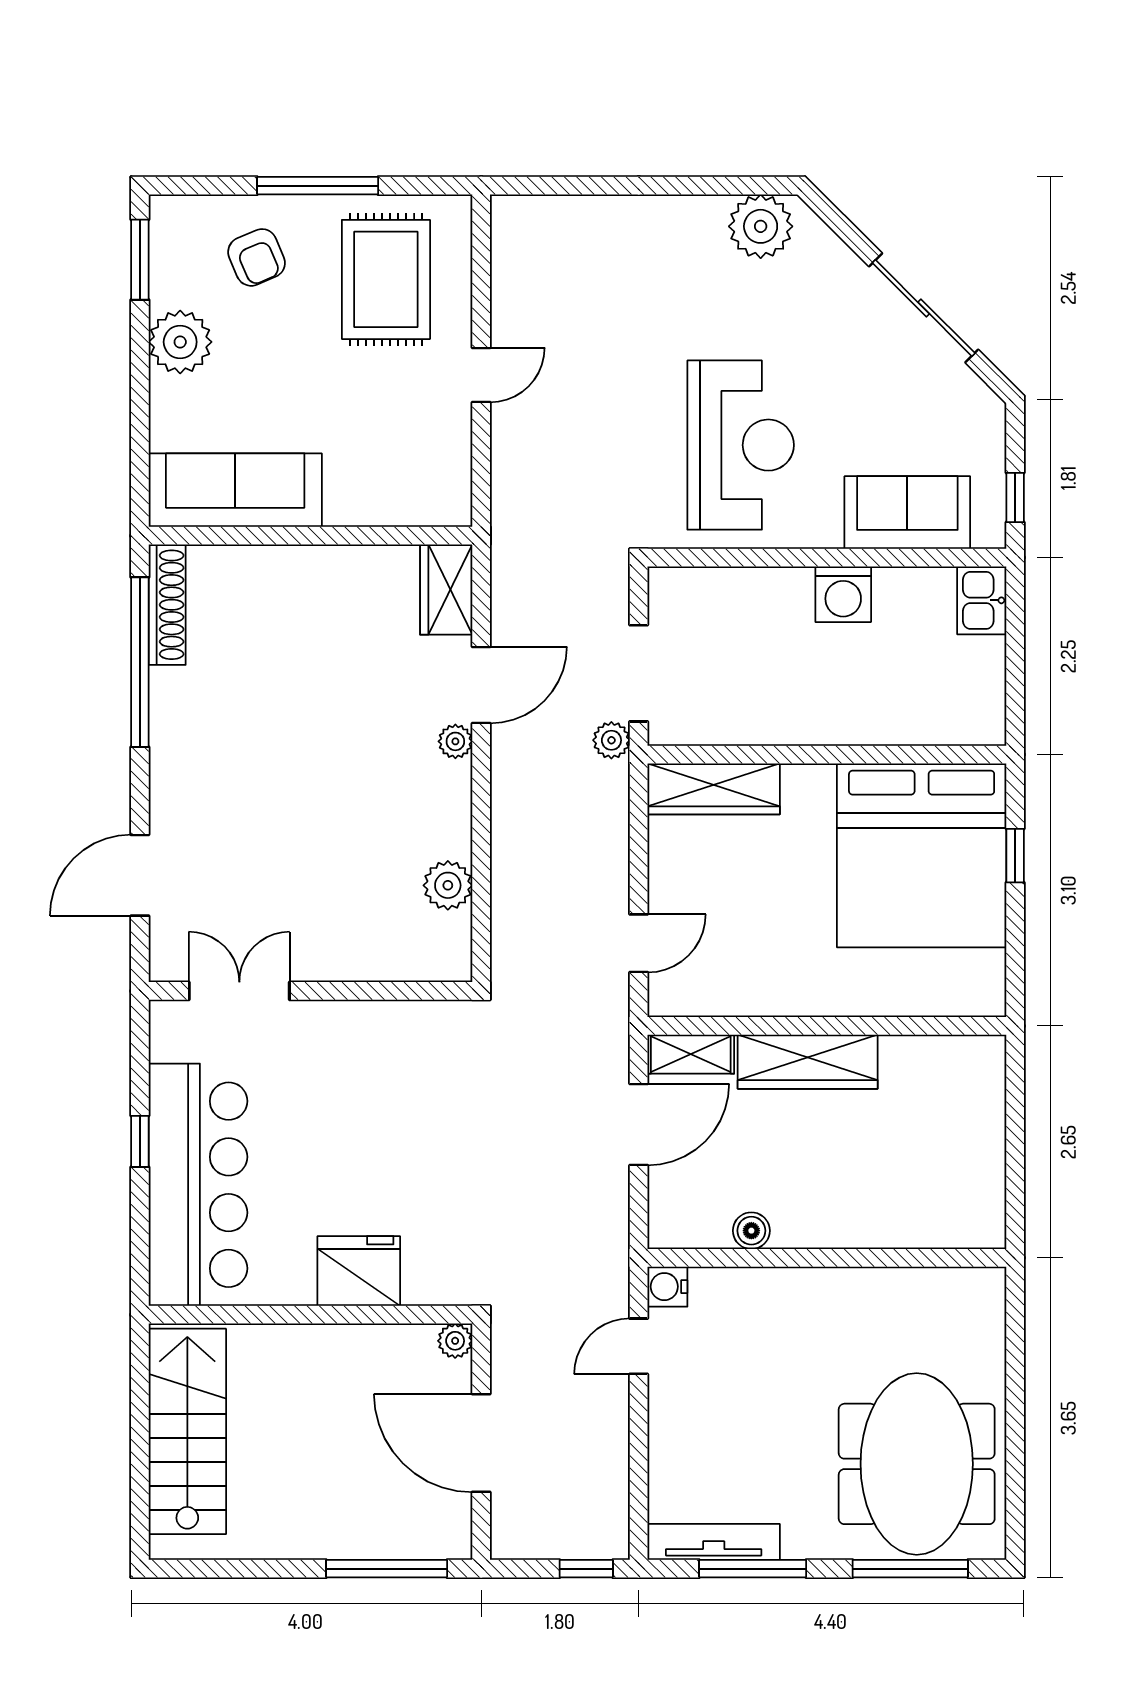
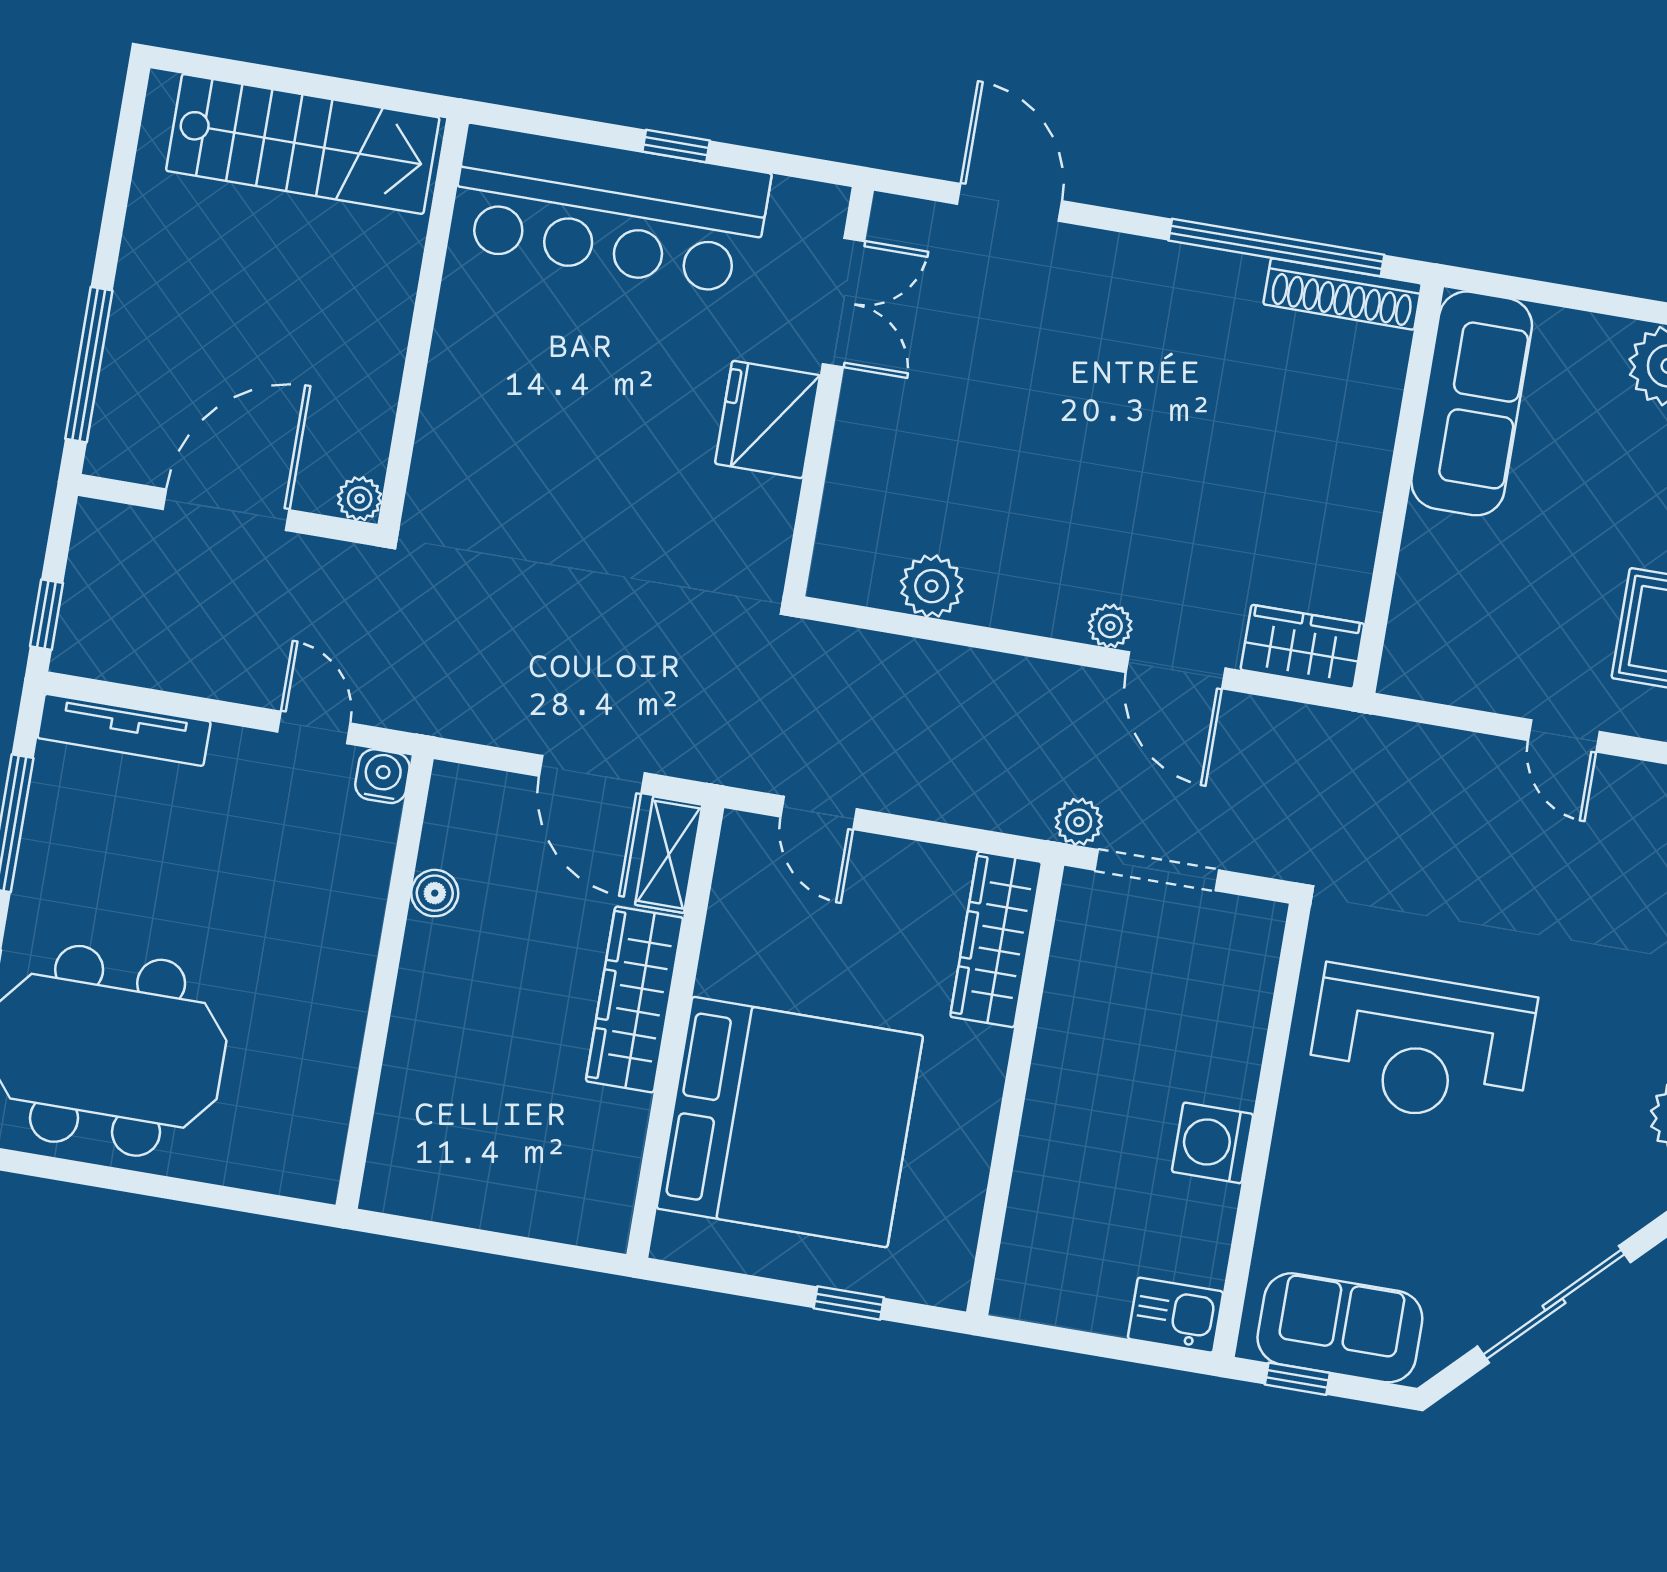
sofa: (907, 513) -> (1340, 1328), moved, turned -90
bed: (922, 855) -> (790, 1122), moved, turned 180
fridge: (359, 1271) -> (767, 420), moved, turned 180
tv unit: (714, 1542) -> (124, 730), moved, turned 90

